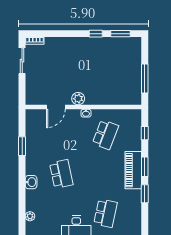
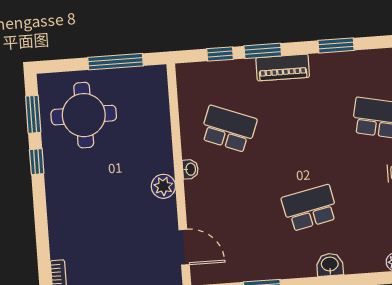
round table: (118, 60) -> (84, 115), added
door: (56, 107) -> (184, 247), moved
window: (145, 167) -> (263, 51), moved
piano: (133, 170) -> (283, 67), width x0.73, depth x0.75

